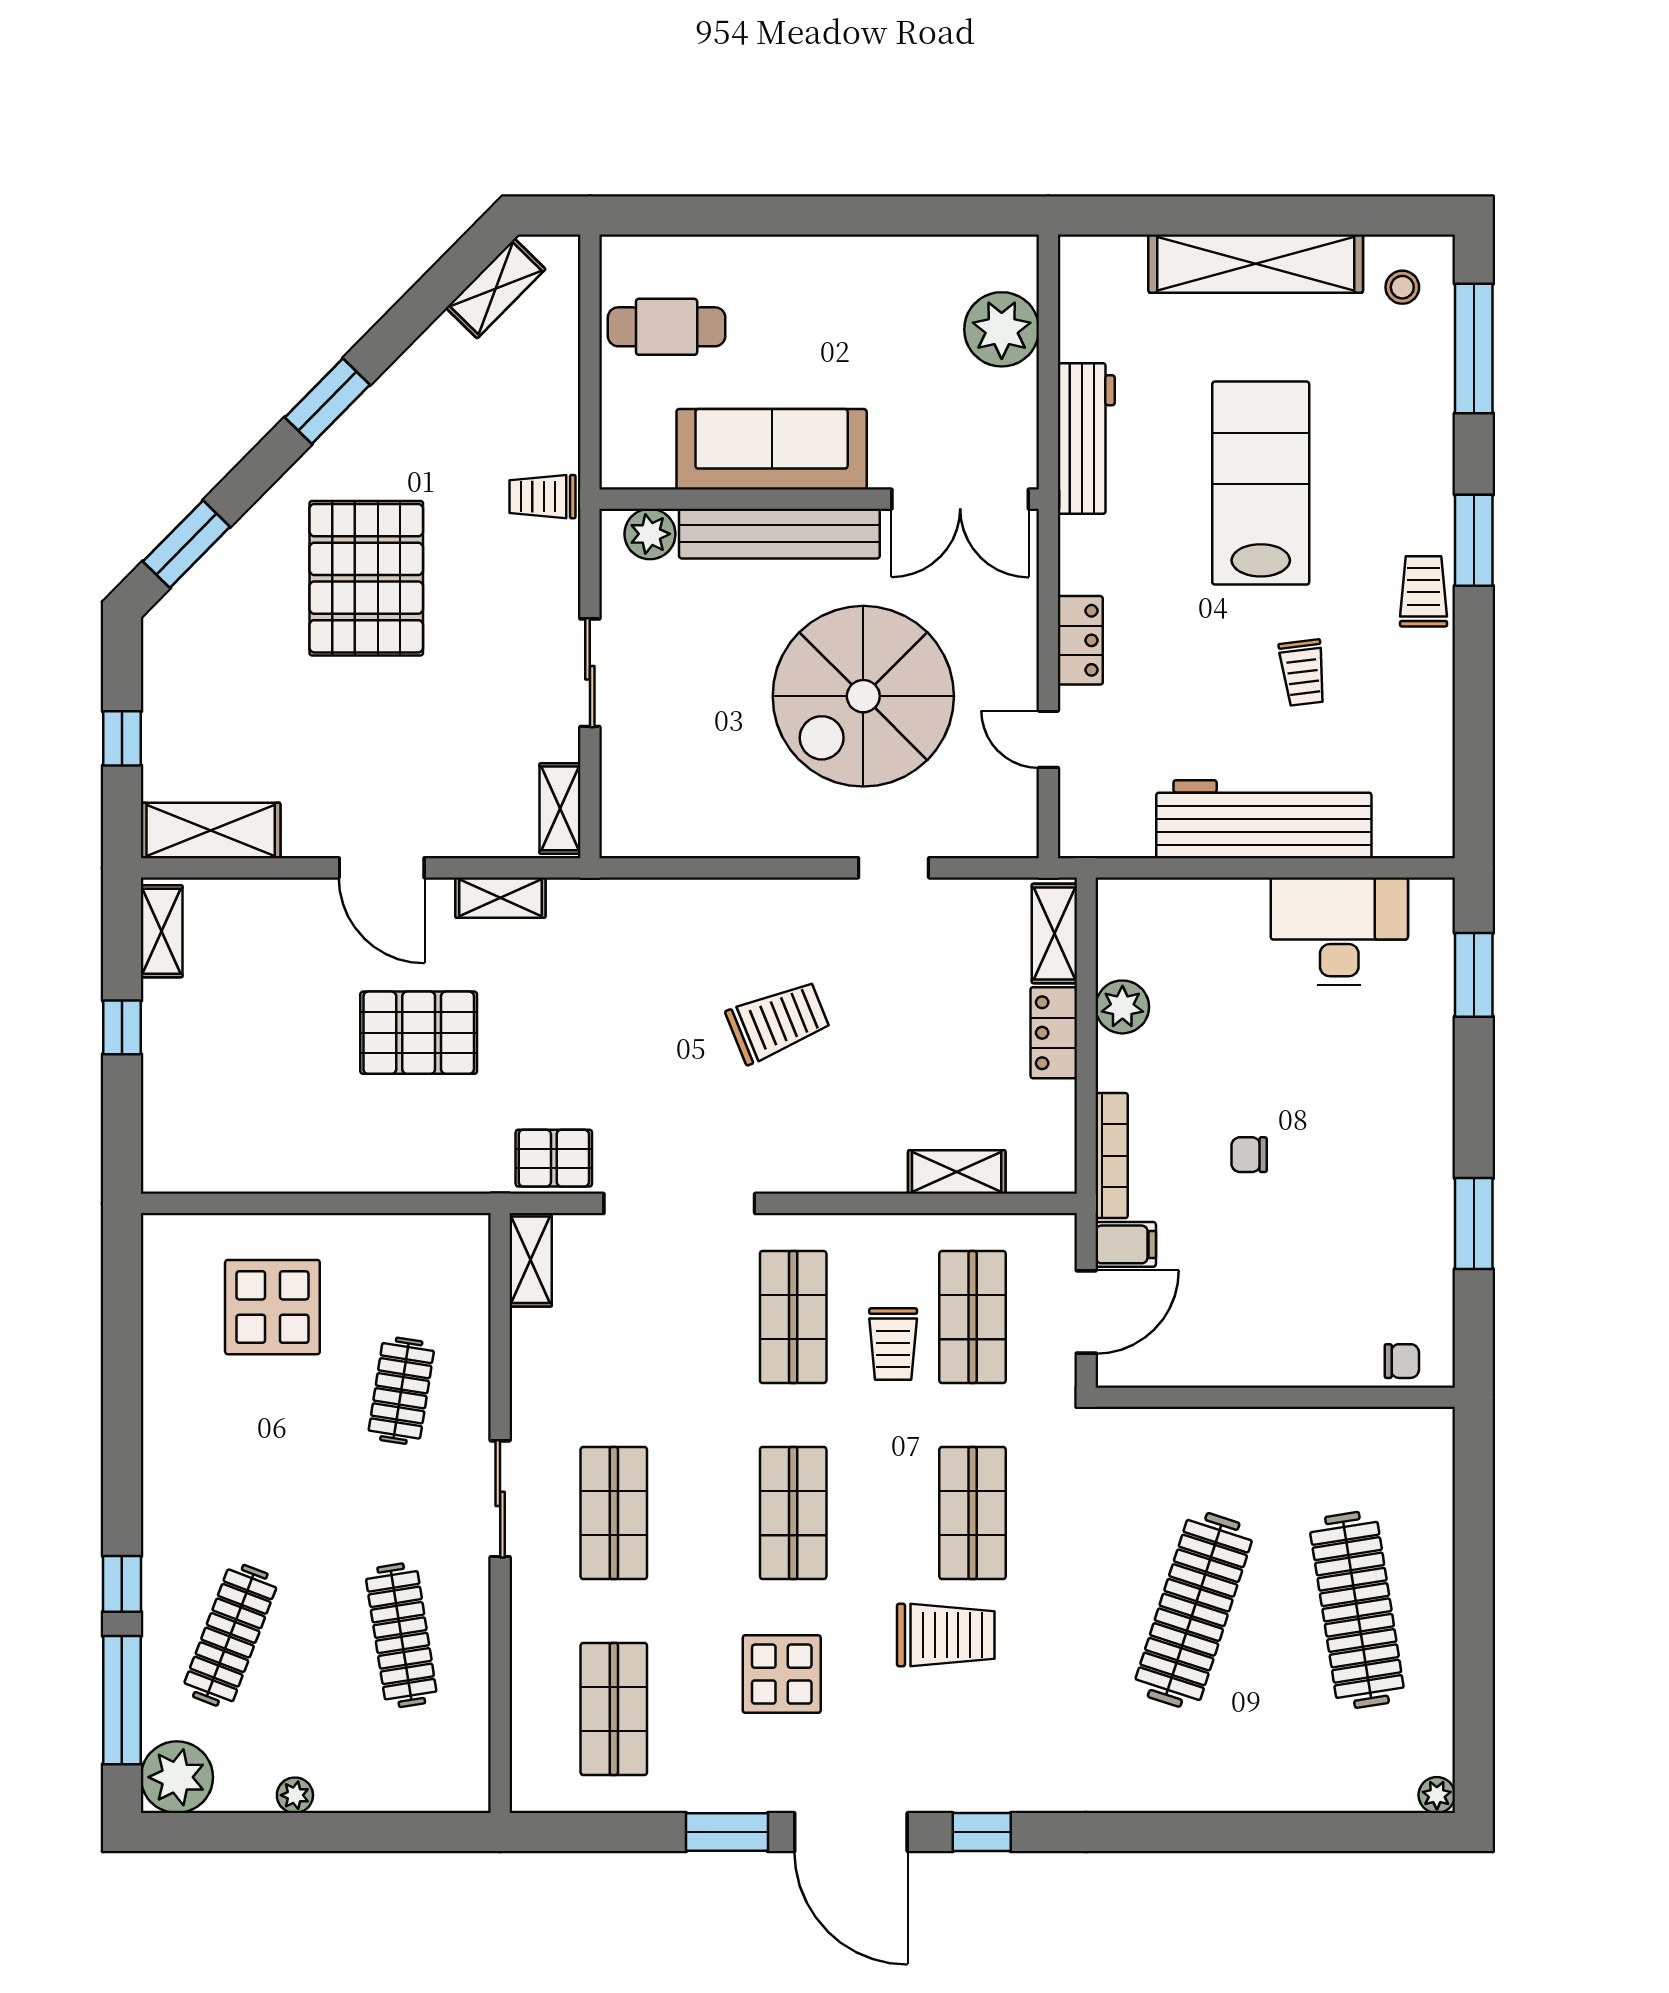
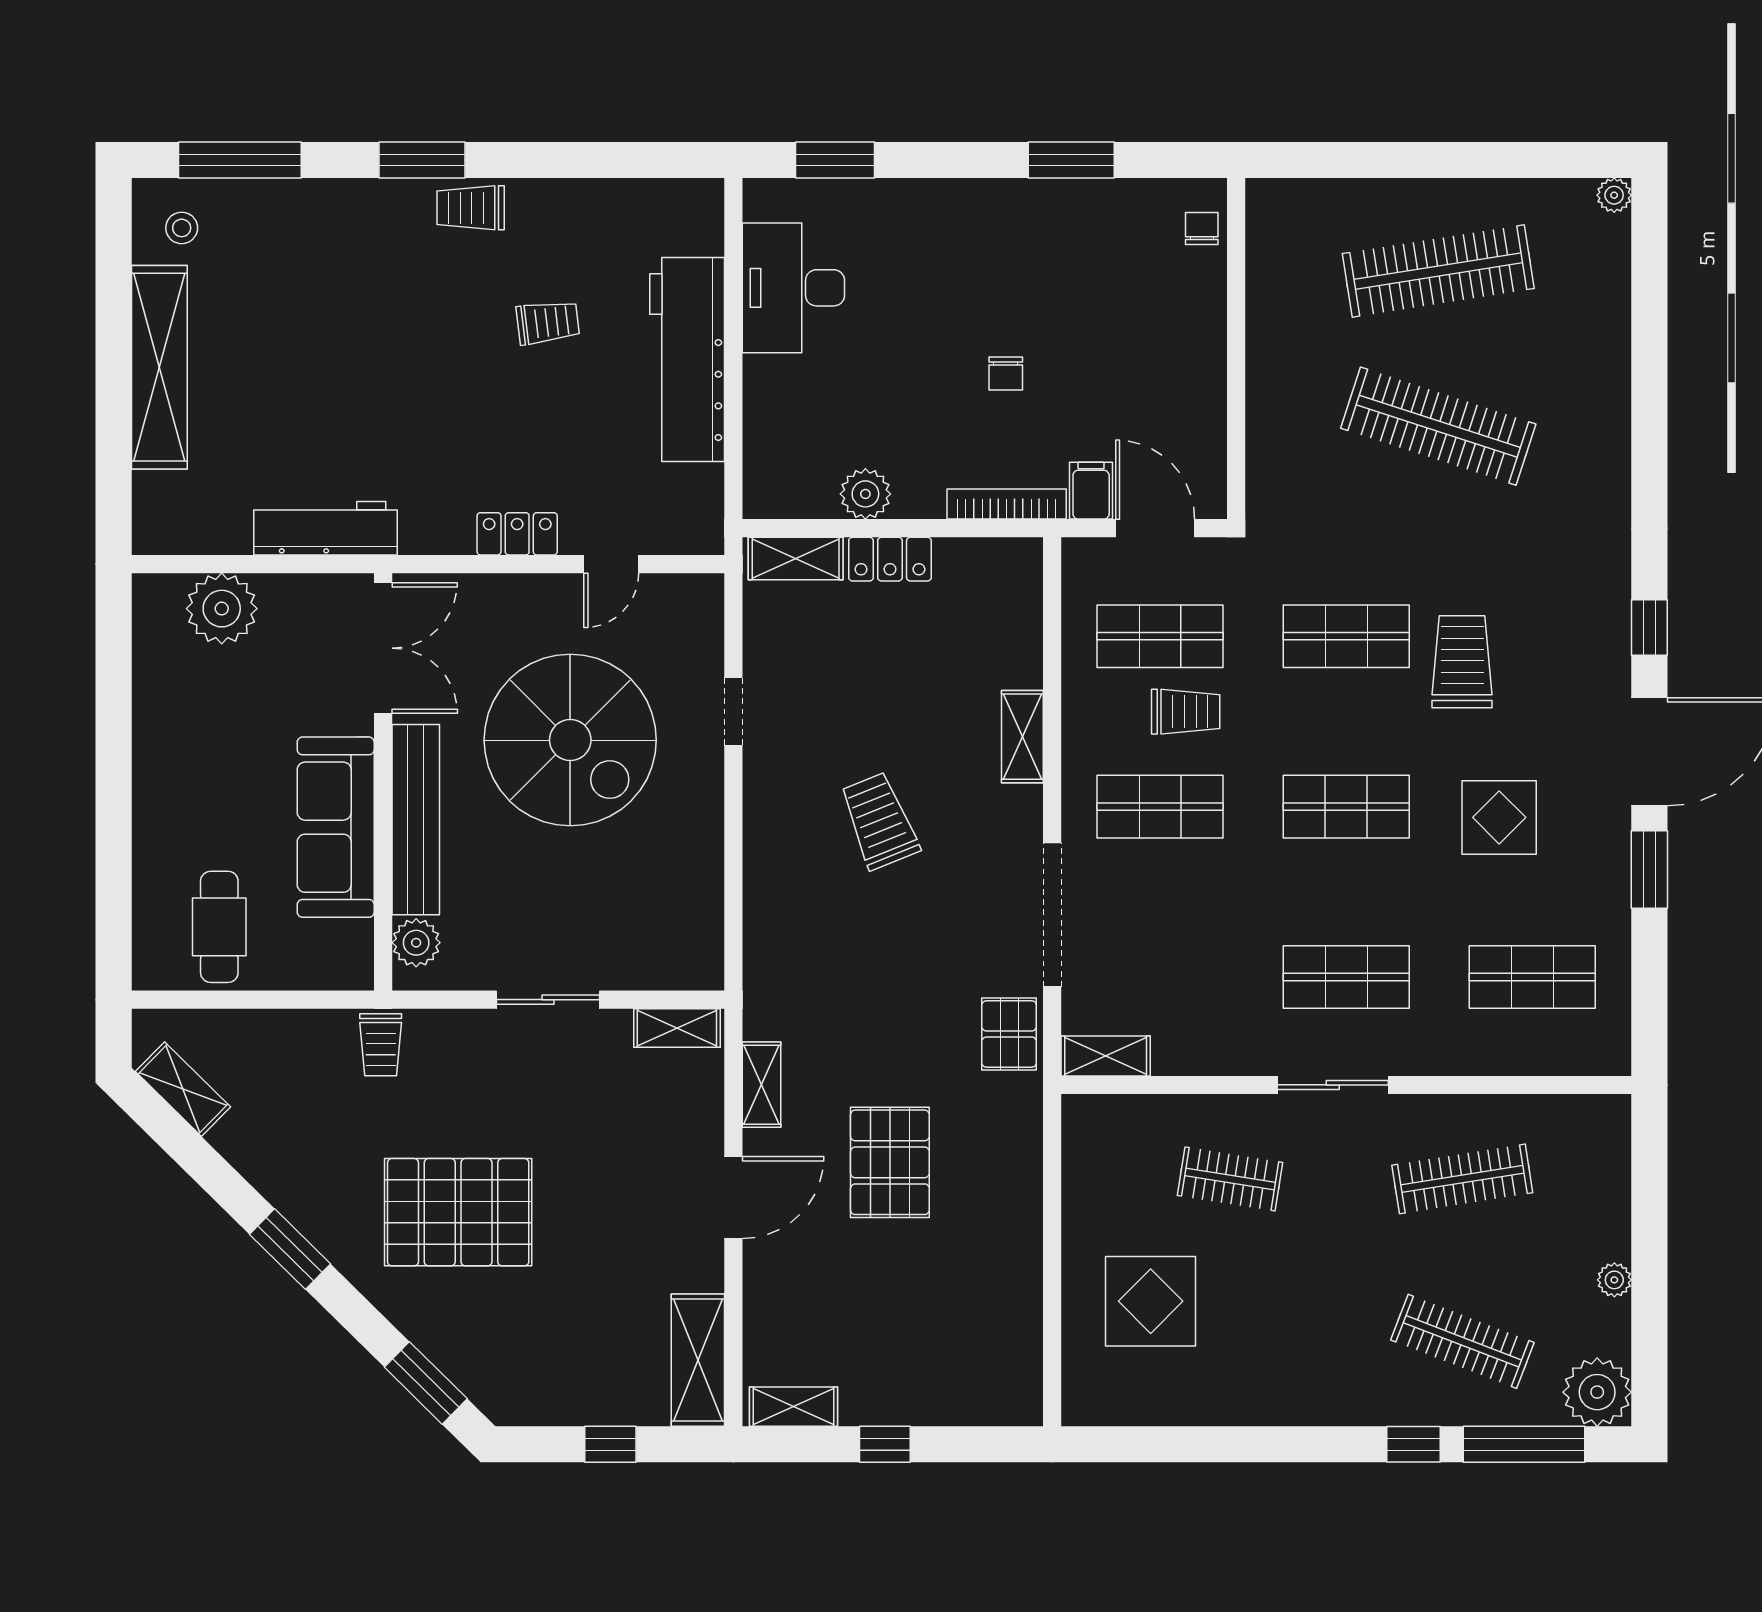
lab bench: (1261, 483) -> (368, 362), removed
shelving: (957, 1172) -> (1022, 737), moved

